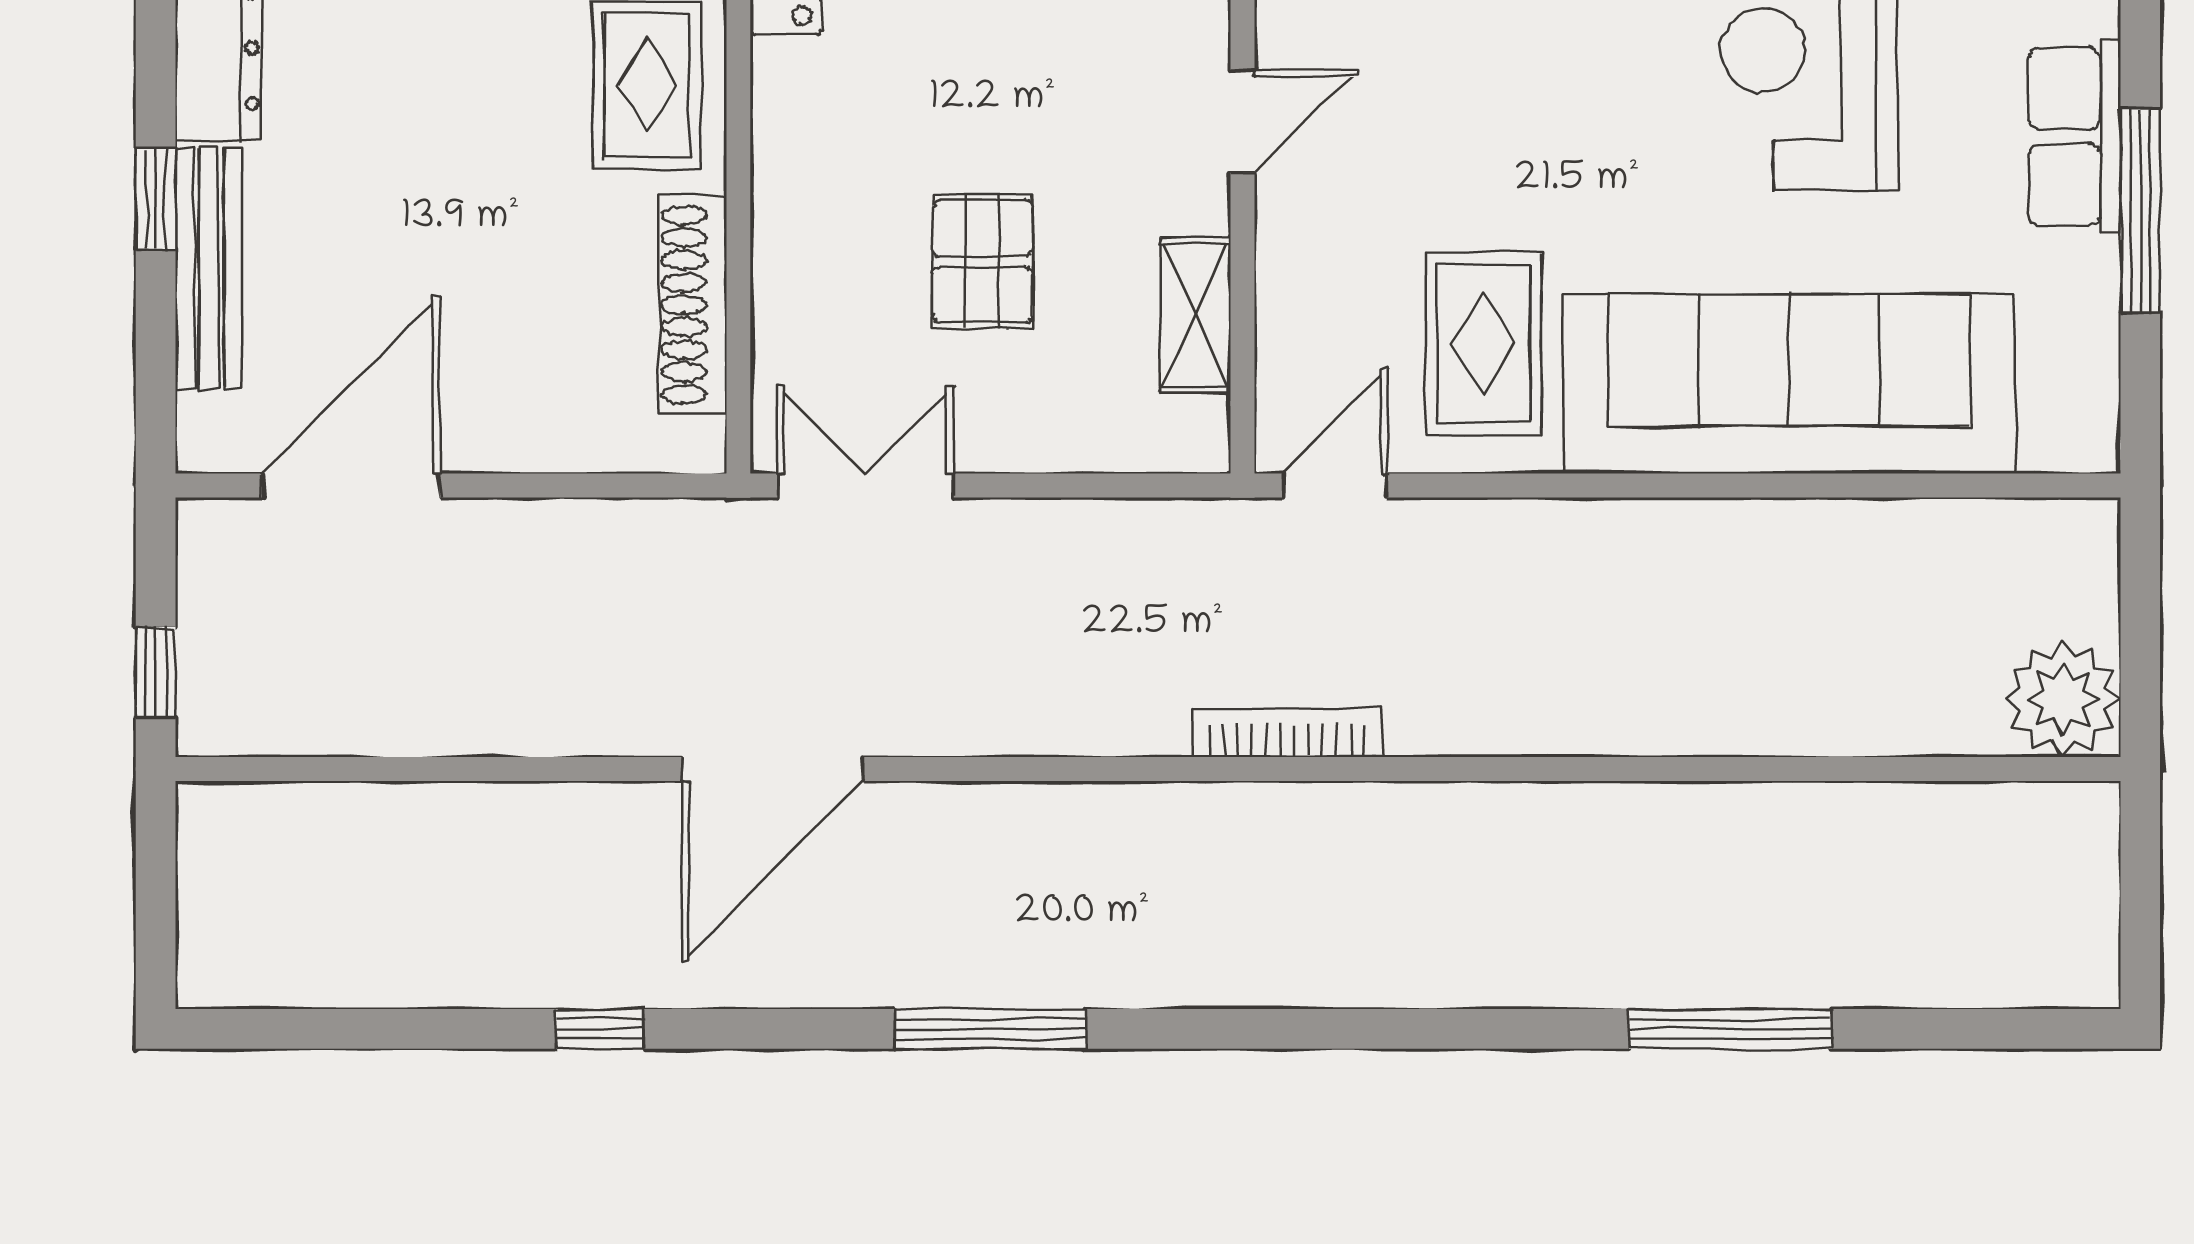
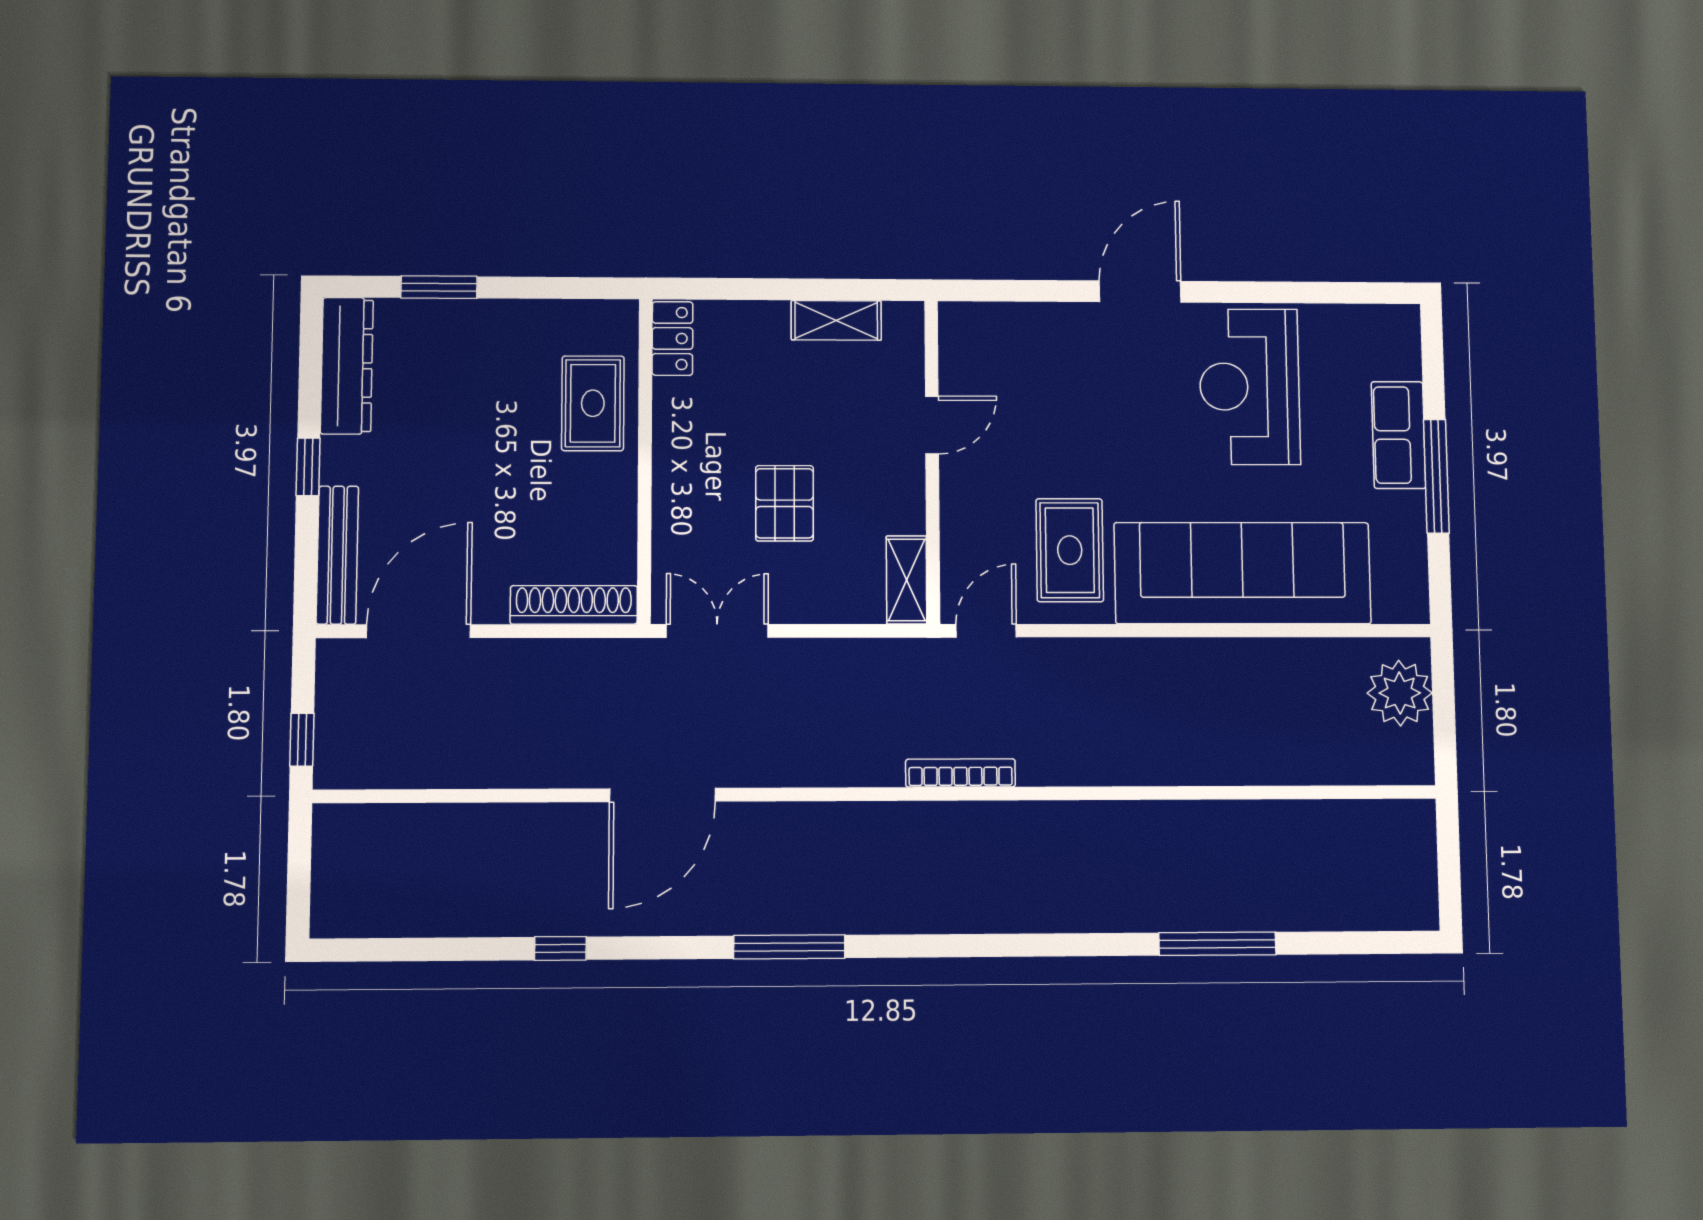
bench: (209, 268) -> (337, 555), moved
shoe rack: (693, 305) -> (574, 605), moved, turned 90
shelving: (1196, 315) -> (906, 580), moved
plant: (2063, 699) -> (1400, 693), moved

